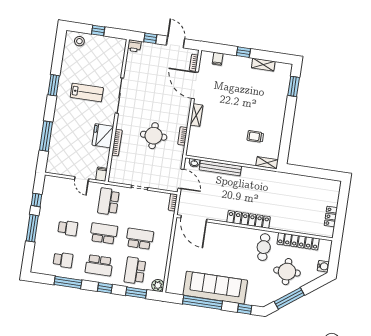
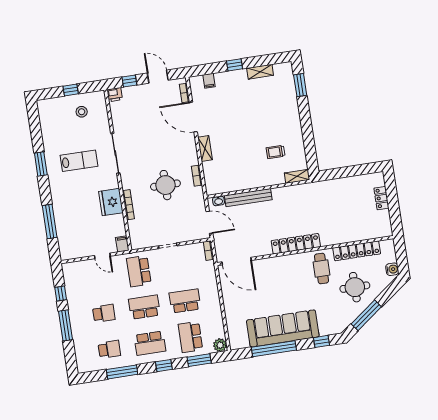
stool: (79, 41) -> (82, 112), moved
locker: (331, 217) -> (381, 198), moved

